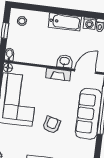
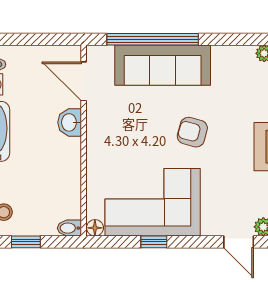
fireplace: (58, 74) -> (96, 131), removed

